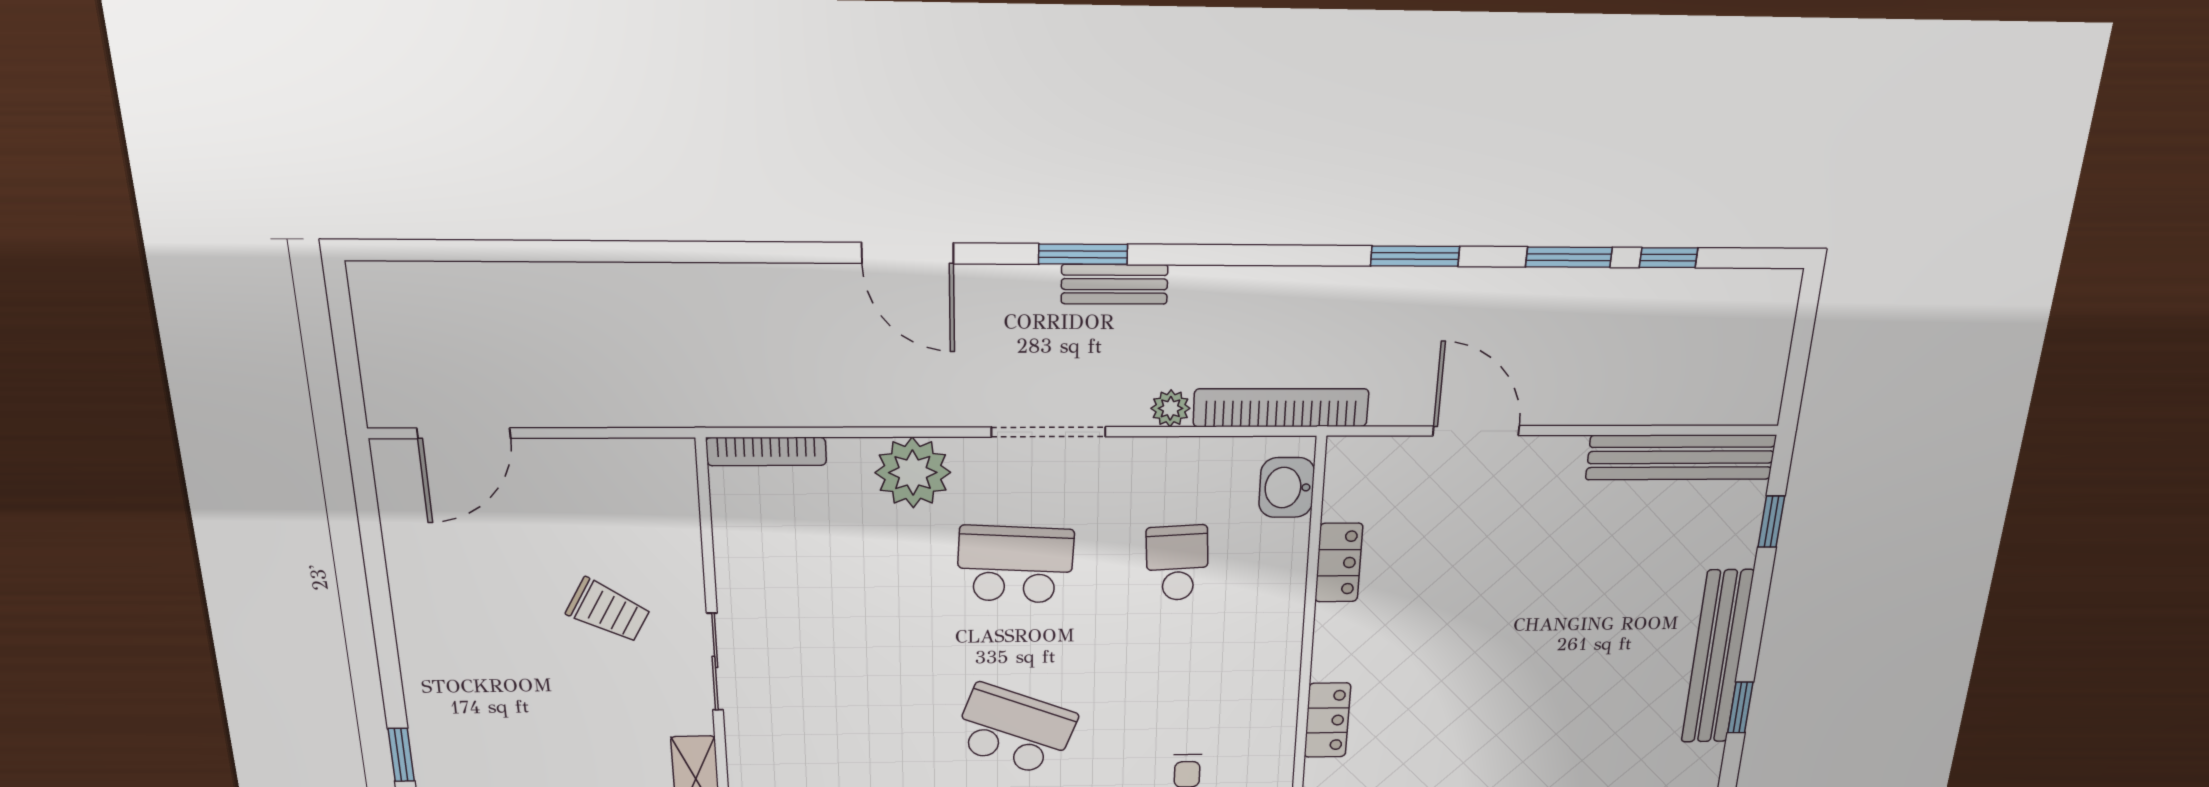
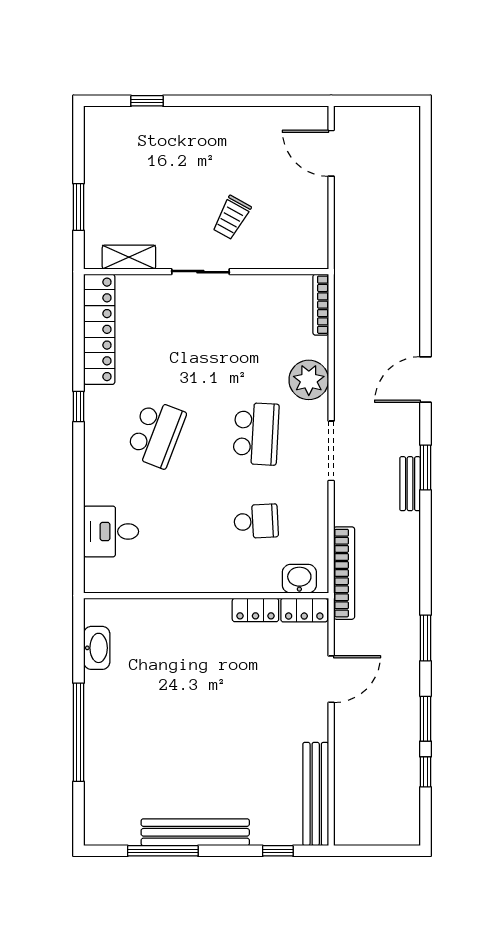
plant: (1171, 408) -> (344, 515), removed
window: (1740, 708) -> (163, 851), width x2.17
locker: (1327, 720) -> (304, 610), moved

